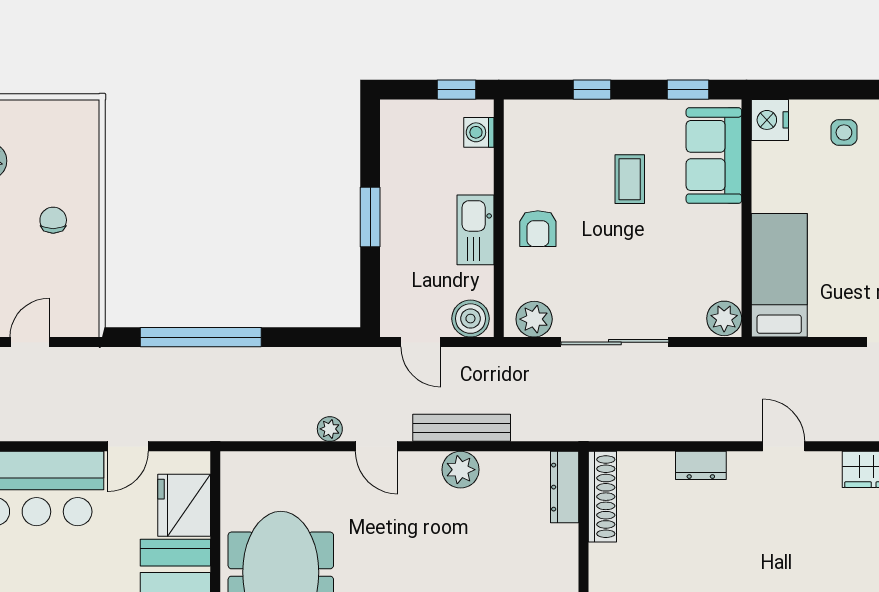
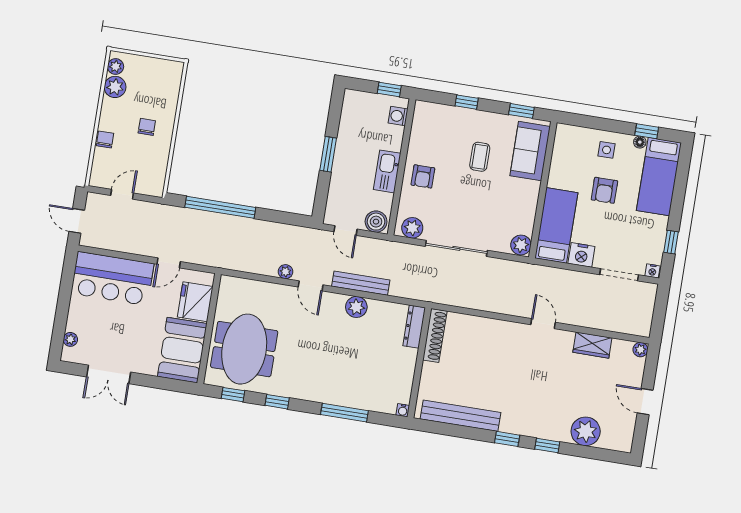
nightstand: (770, 120) -> (581, 255), moved, turned -90
armchair: (852, 202) -> (604, 190), added
dresser: (701, 465) -> (494, 327), removed

